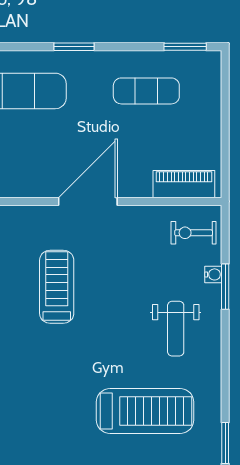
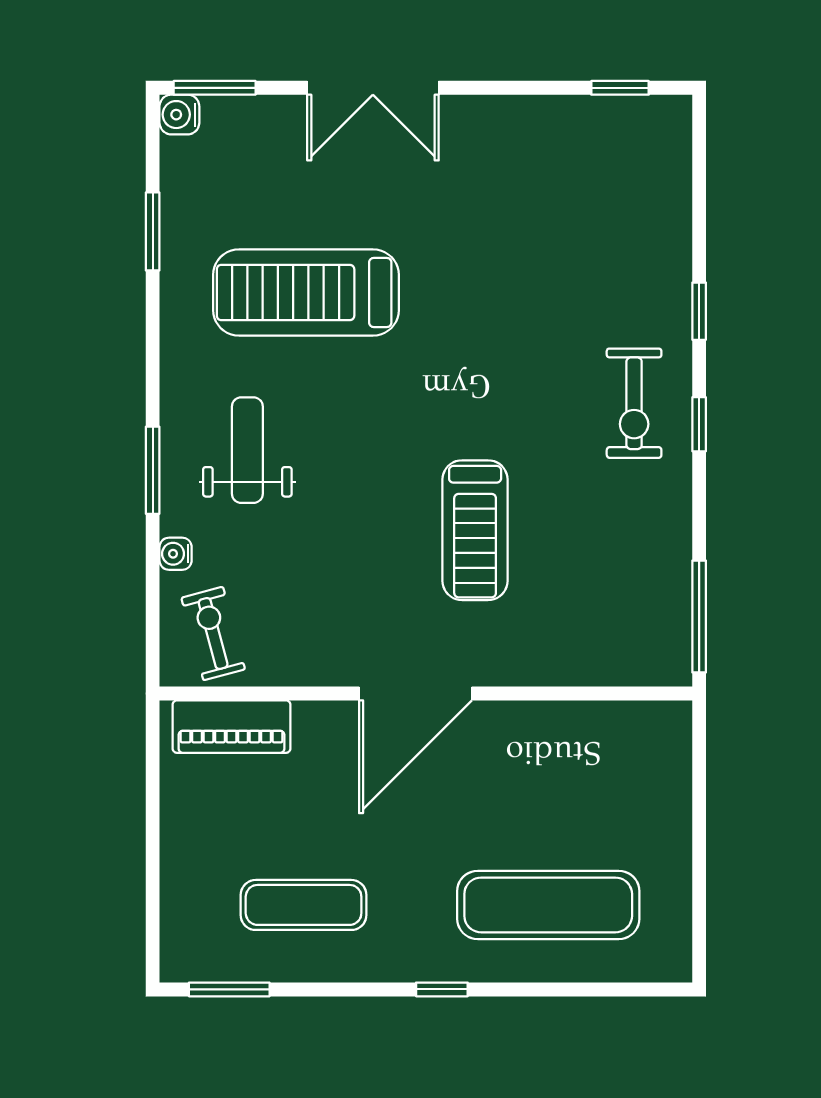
window: (74, 47) -> (442, 989), width x0.67
exercise bike: (194, 233) -> (213, 633), turned -105
window: (225, 287) -> (153, 470), moved

